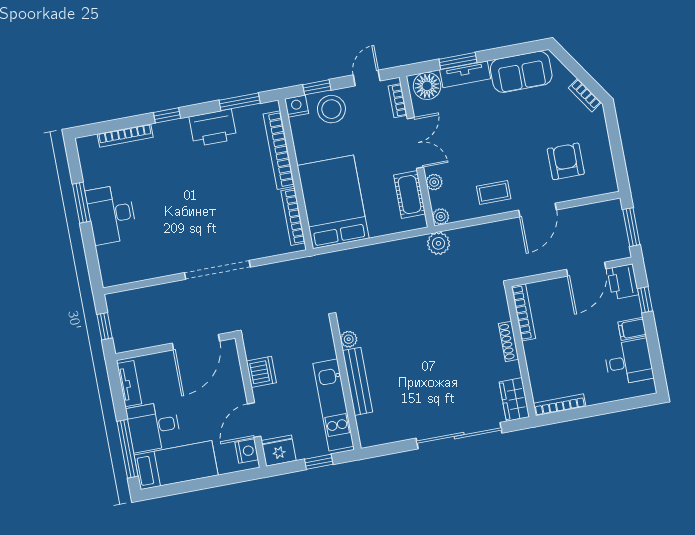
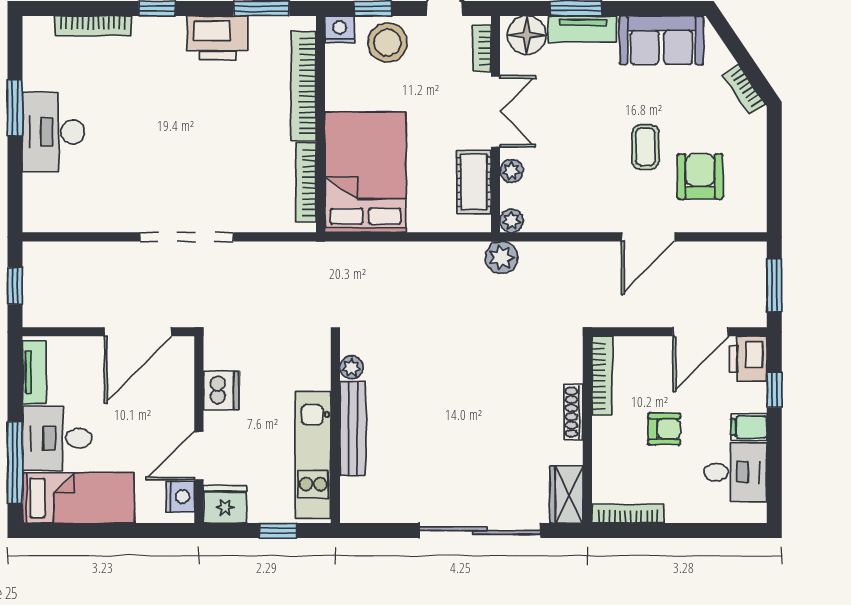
coffee table: (494, 192) -> (645, 147), moved, turned 90
armchair: (574, 341) -> (664, 429), added

